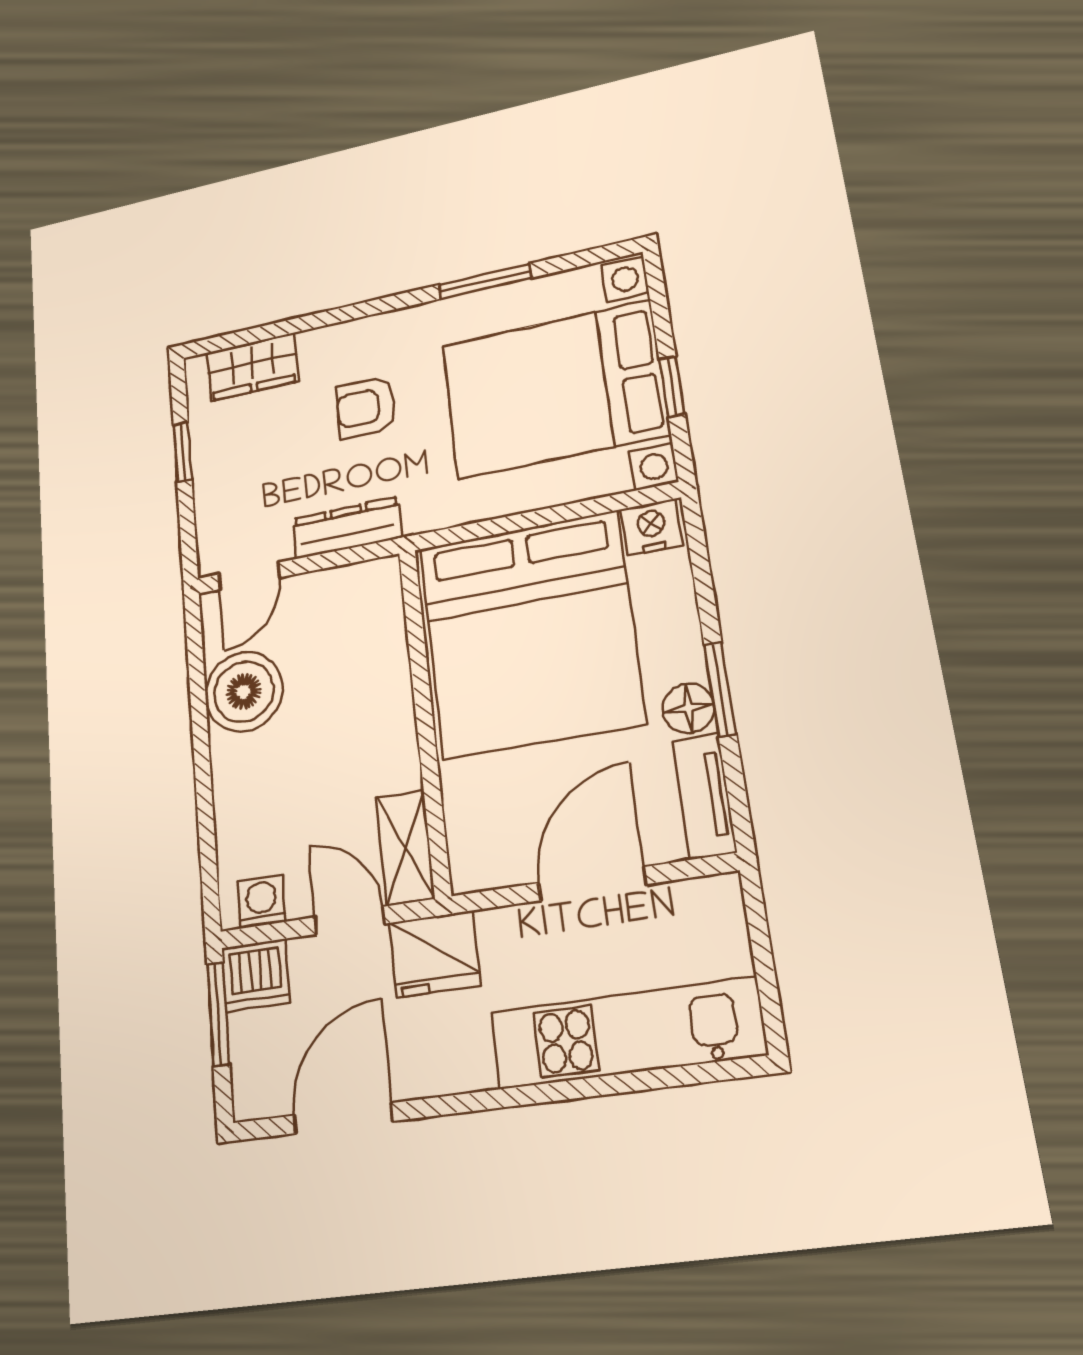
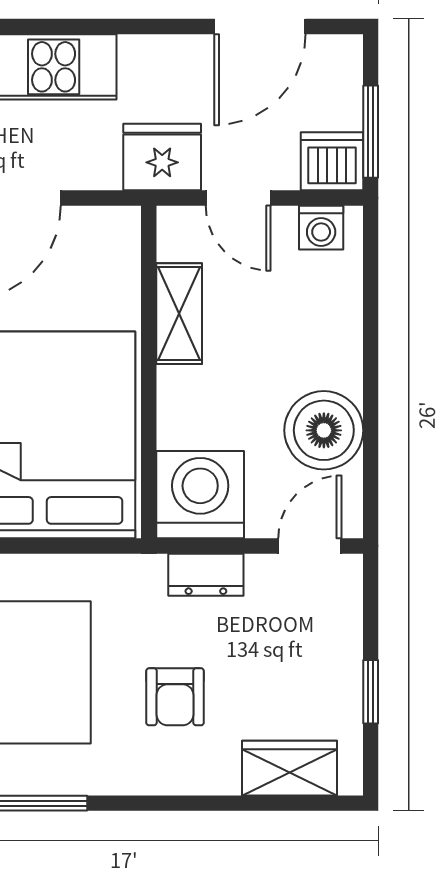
armchair: (366, 407) -> (175, 697), turned 90
dresser: (347, 528) -> (206, 575), width x0.70
washing machine: (360, 605) -> (200, 495), added
shelving: (405, 848) -> (179, 314), moved

